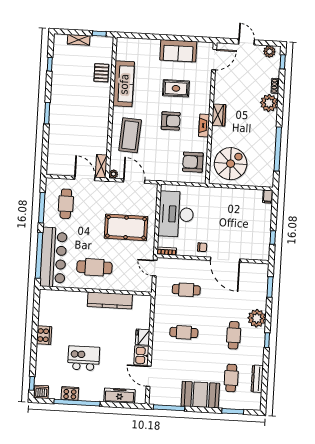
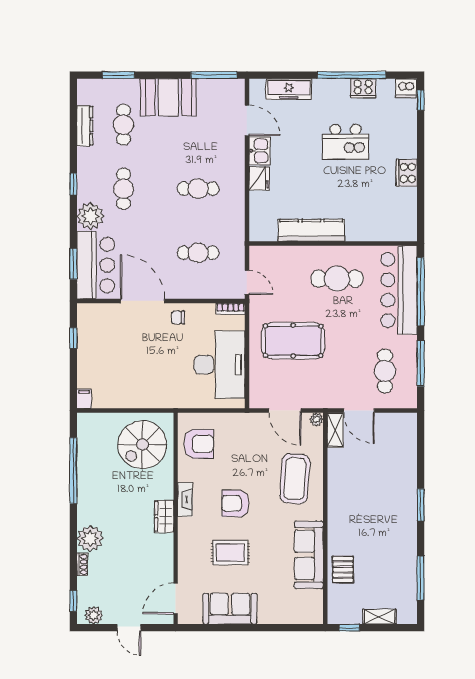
window: (50, 64) -> (421, 578), width x2.17
bar counter: (255, 285) -> (96, 265), added

